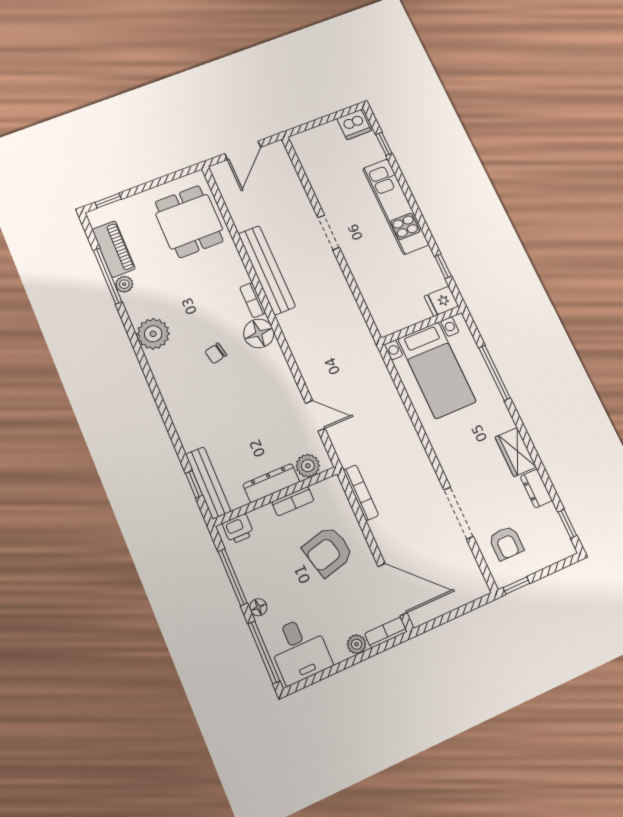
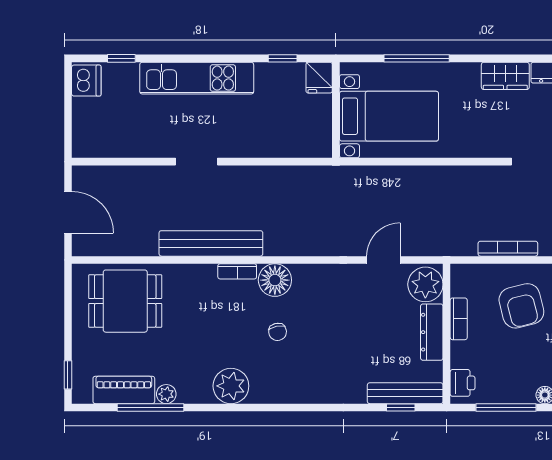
plant: (308, 466) -> (425, 284), width x1.36, depth x1.36
bookcase: (361, 493) -> (508, 249), moved

